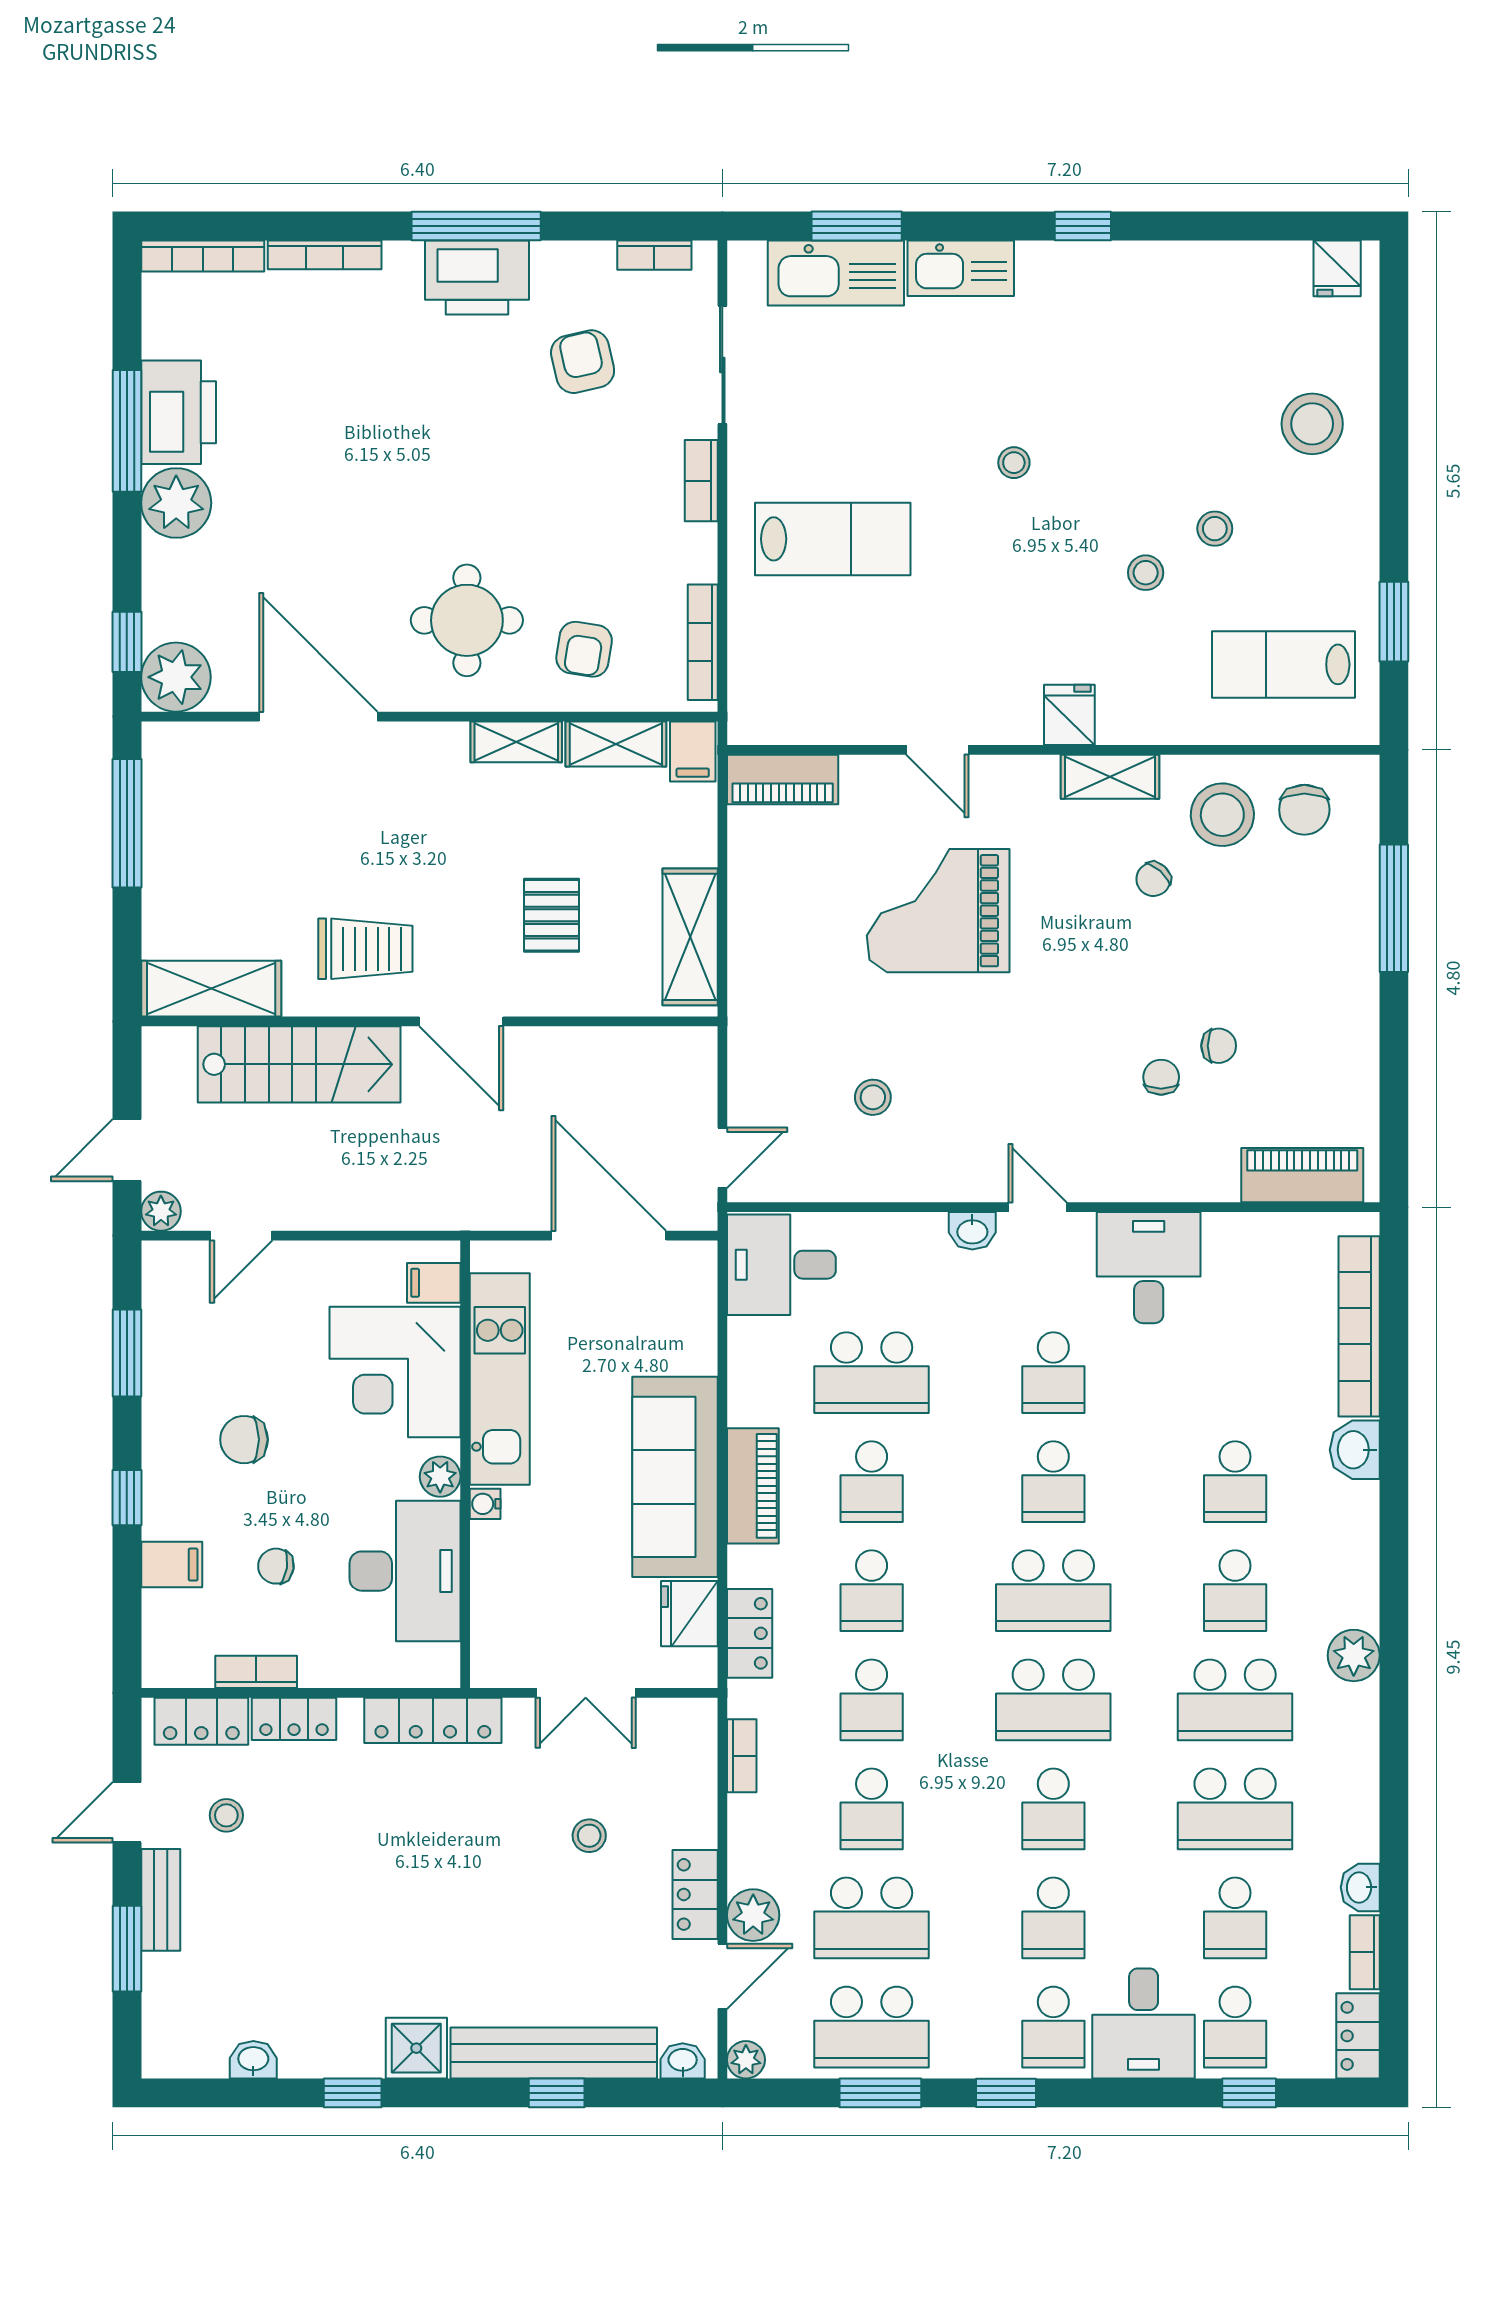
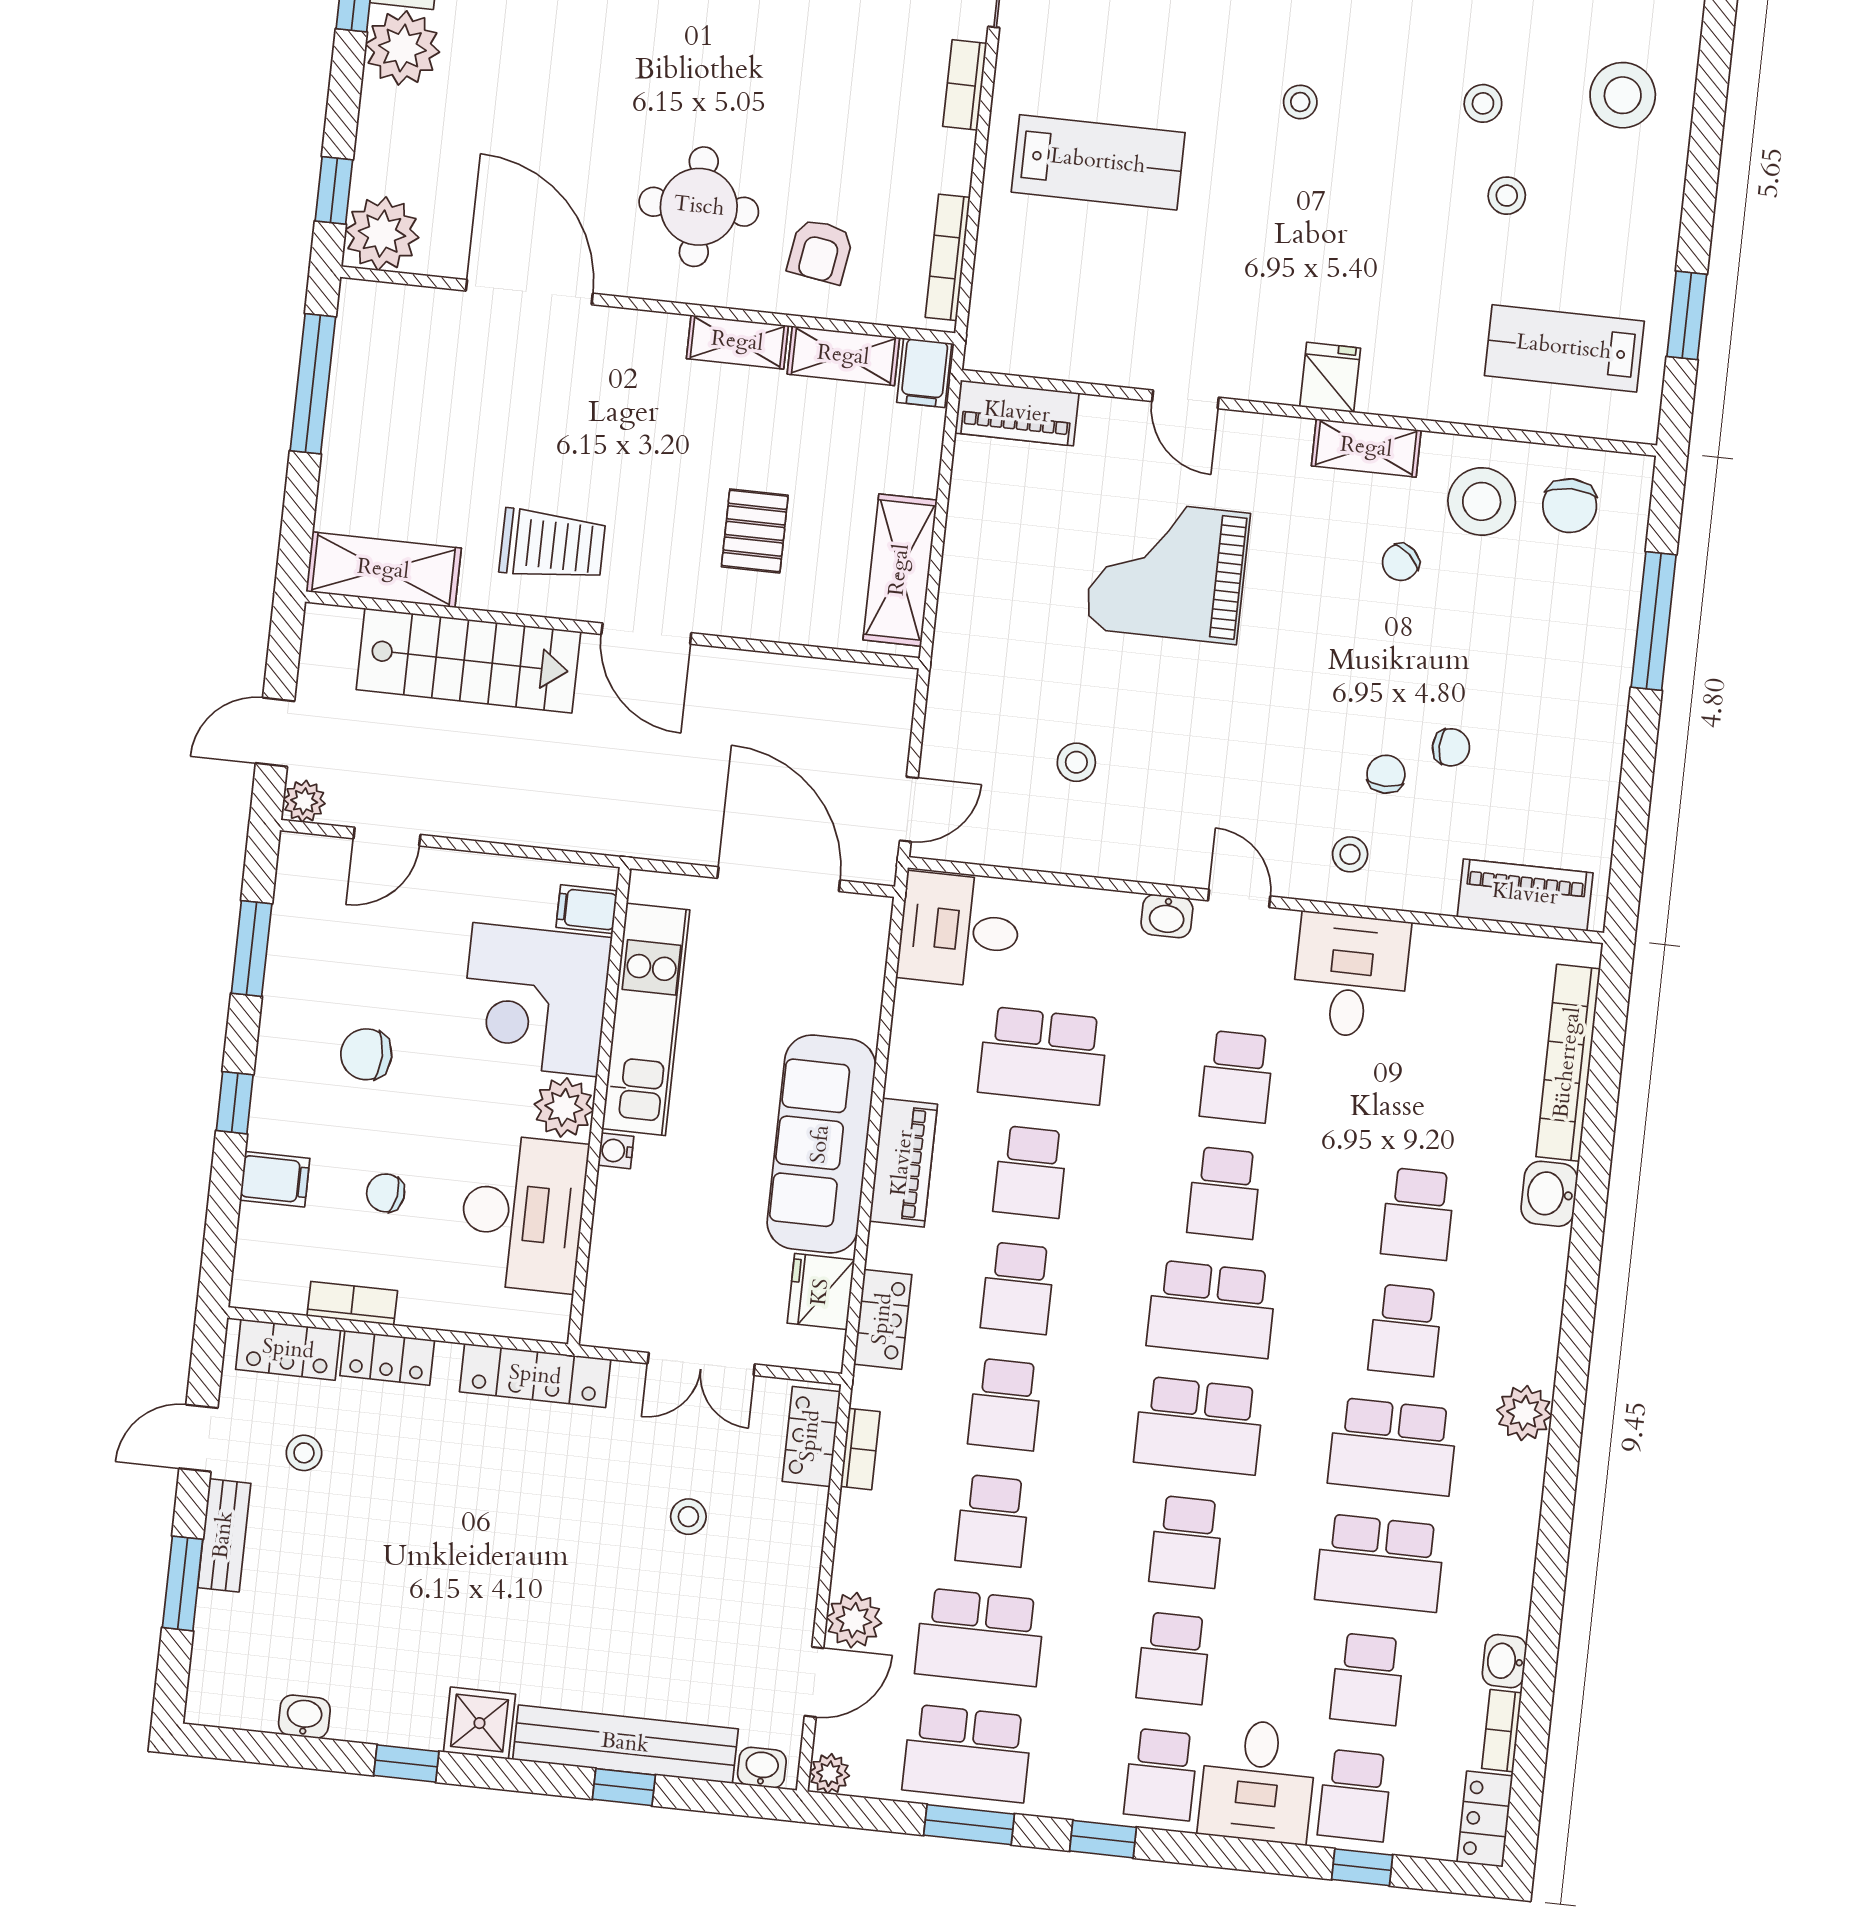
stool: (1146, 573) -> (1483, 103), moved
stool: (1136, 1155) -> (1350, 854), added
plant: (440, 1477) -> (564, 1107), width x1.38, depth x1.38
locker: (695, 1894) -> (811, 1436), moved

